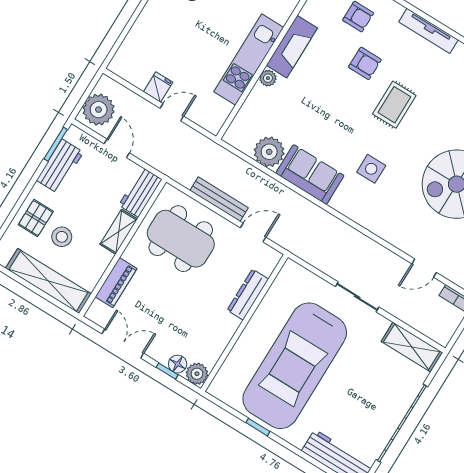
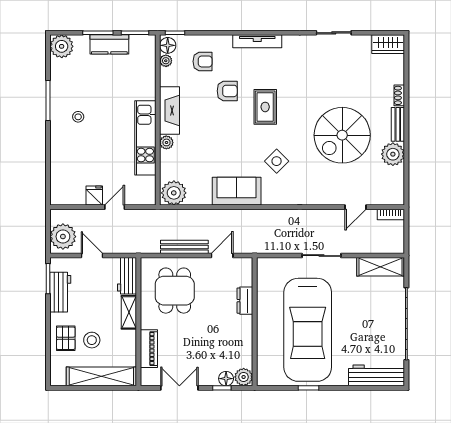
plant: (269, 152) -> (174, 193), moved
side table: (371, 169) -> (277, 161), turned 45
dining table: (181, 239) -> (175, 291), width x0.73
dresser: (248, 295) -> (245, 301), width x0.70

